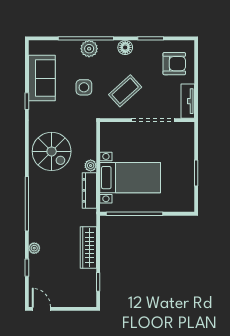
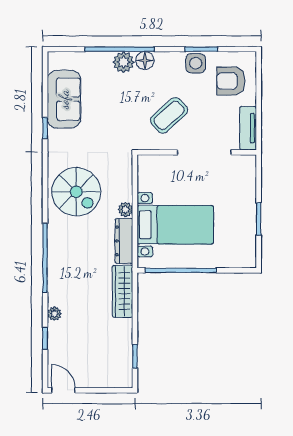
floor lamp: (125, 47) -> (145, 61), moved
armchair: (174, 64) -> (231, 81), turned 180
side table: (84, 87) -> (196, 63), moved
wardrobe: (88, 247) -> (123, 291), moved

